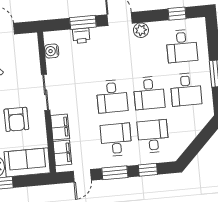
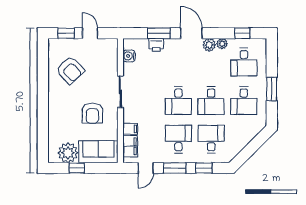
plant: (155, 27) -> (222, 44), added
filing cabinet: (60, 127) -> (130, 129), width x0.50

